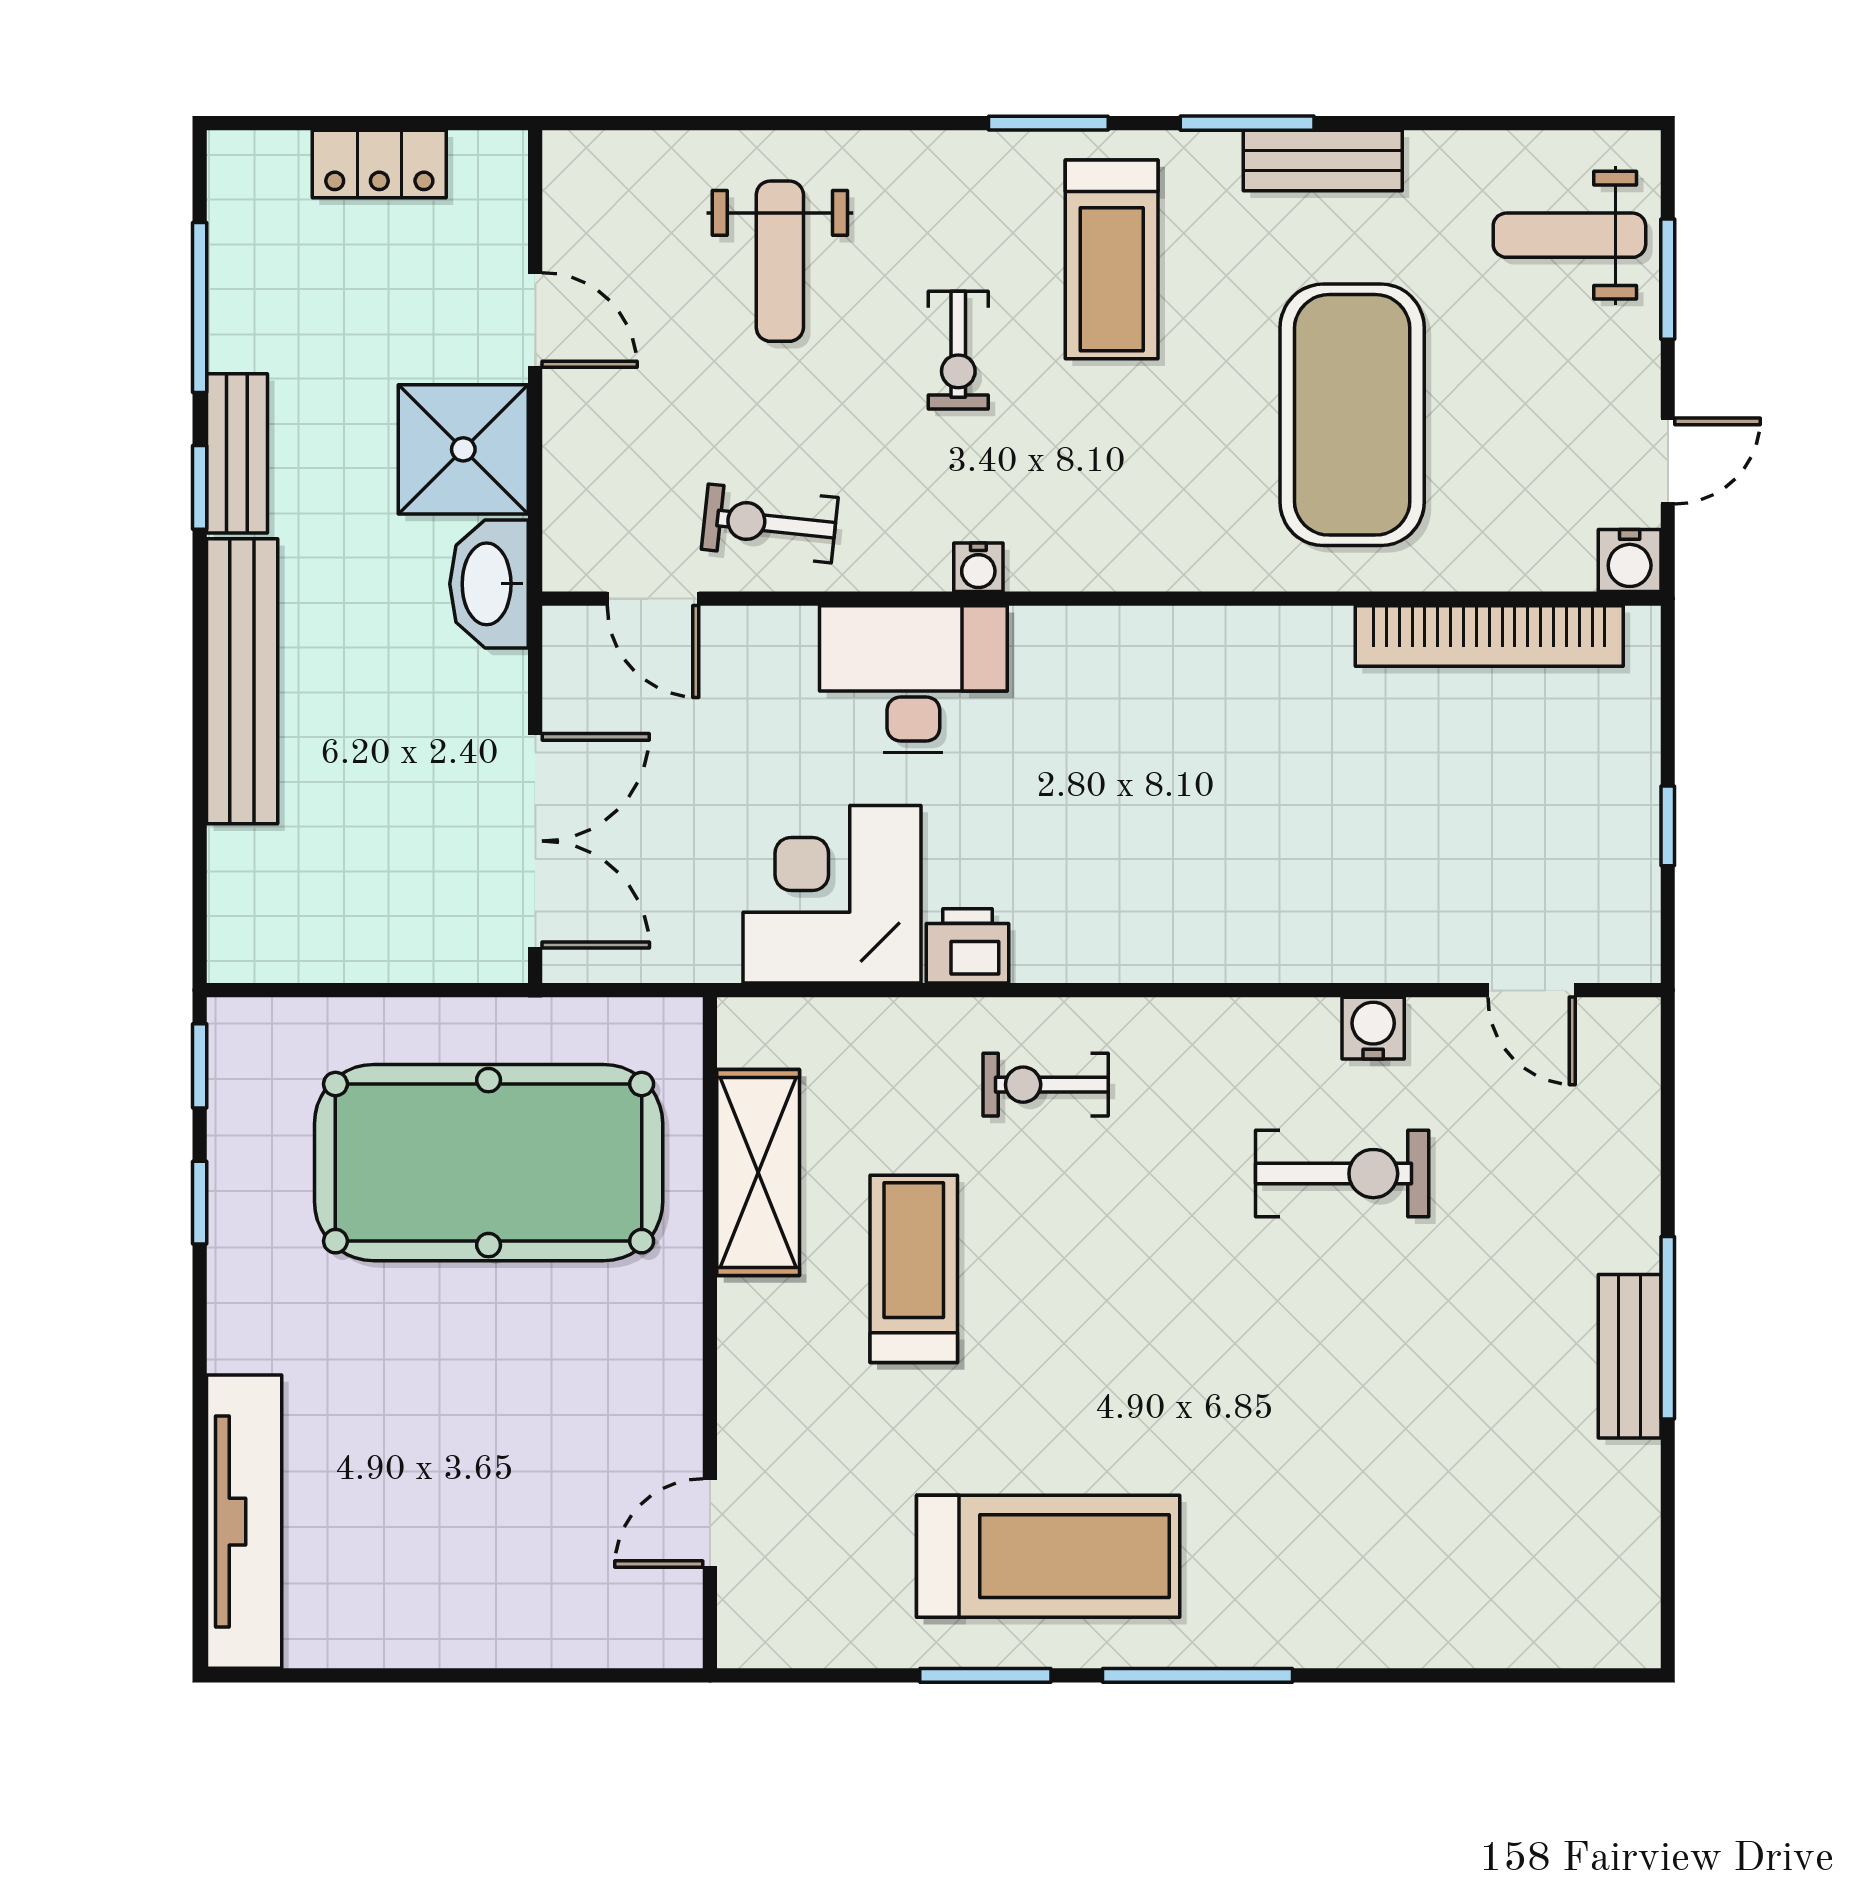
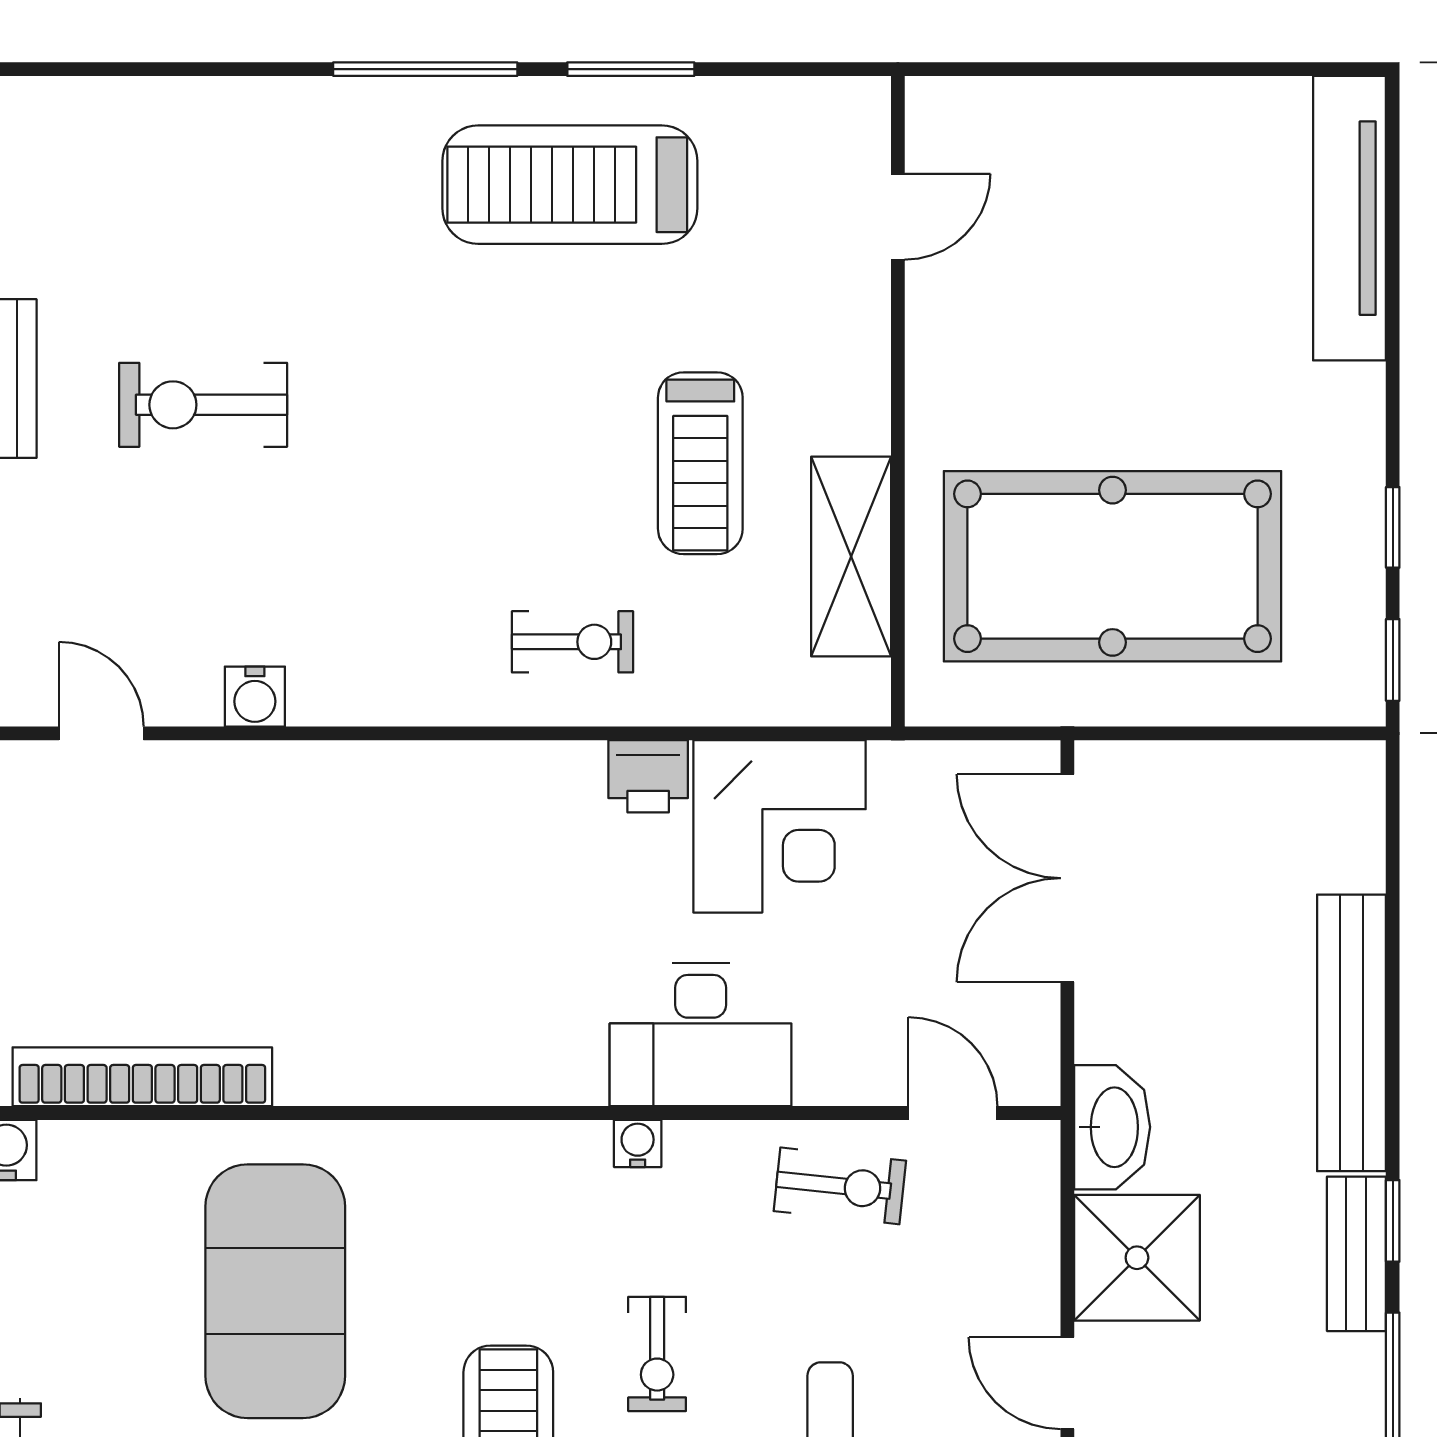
exercise bike: (958, 350) -> (657, 1354), turned 180
exercise bike: (1342, 1174) -> (203, 405), moved

